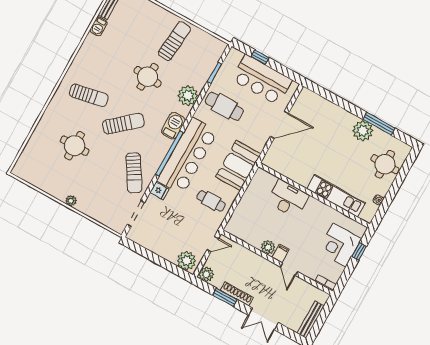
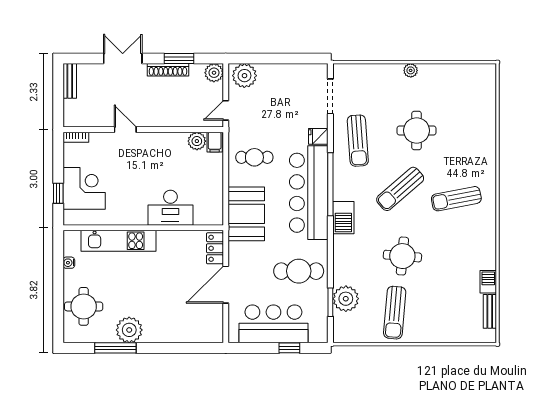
plant: (188, 96) -> (346, 299), moved
round table: (75, 146) -> (417, 131), moved
locker: (273, 154) -> (215, 248), added
sun lounger: (134, 173) -> (358, 141), turned -152
plant: (268, 247) -> (197, 141), moved
filing cabinet: (281, 253) -> (215, 142), moved
bench: (311, 320) -> (70, 81), width x0.73

